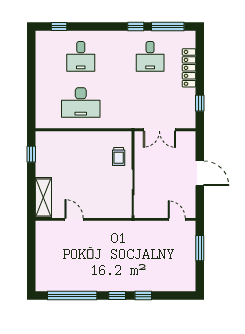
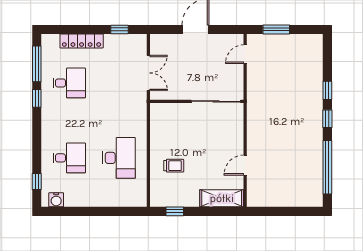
water cooler: (42, 44) -> (56, 200), added
trolley: (119, 157) -> (174, 166), moved

